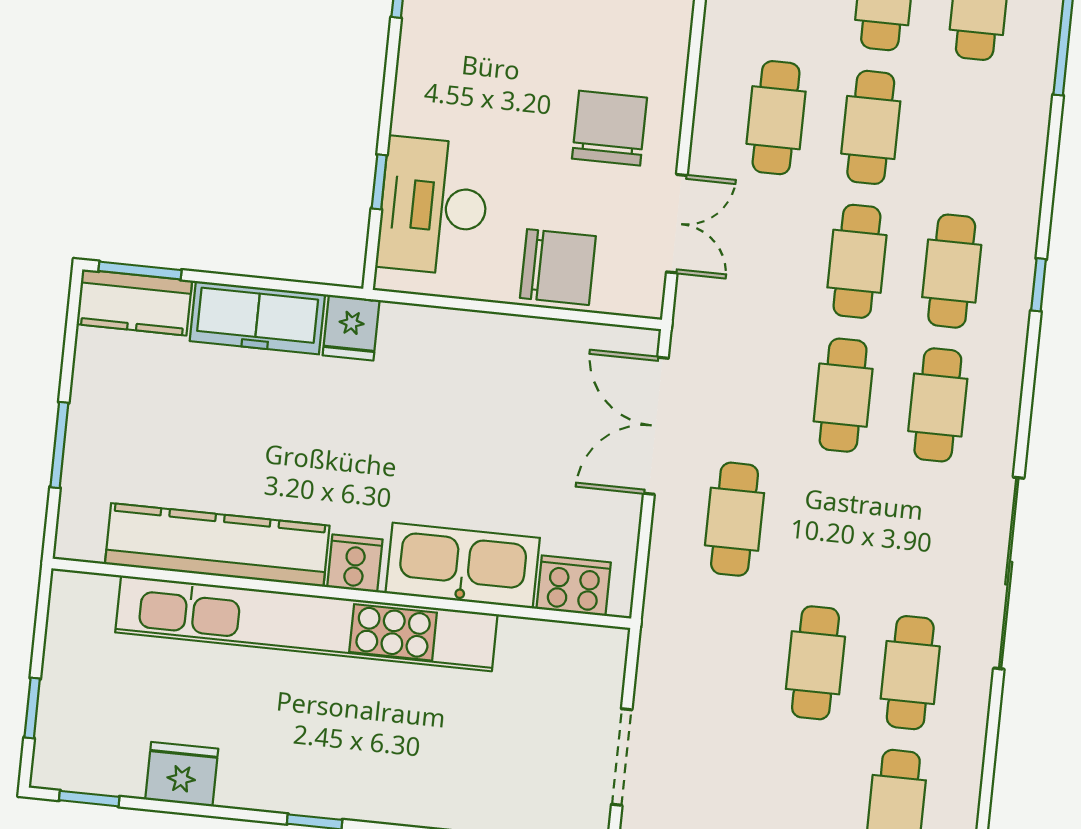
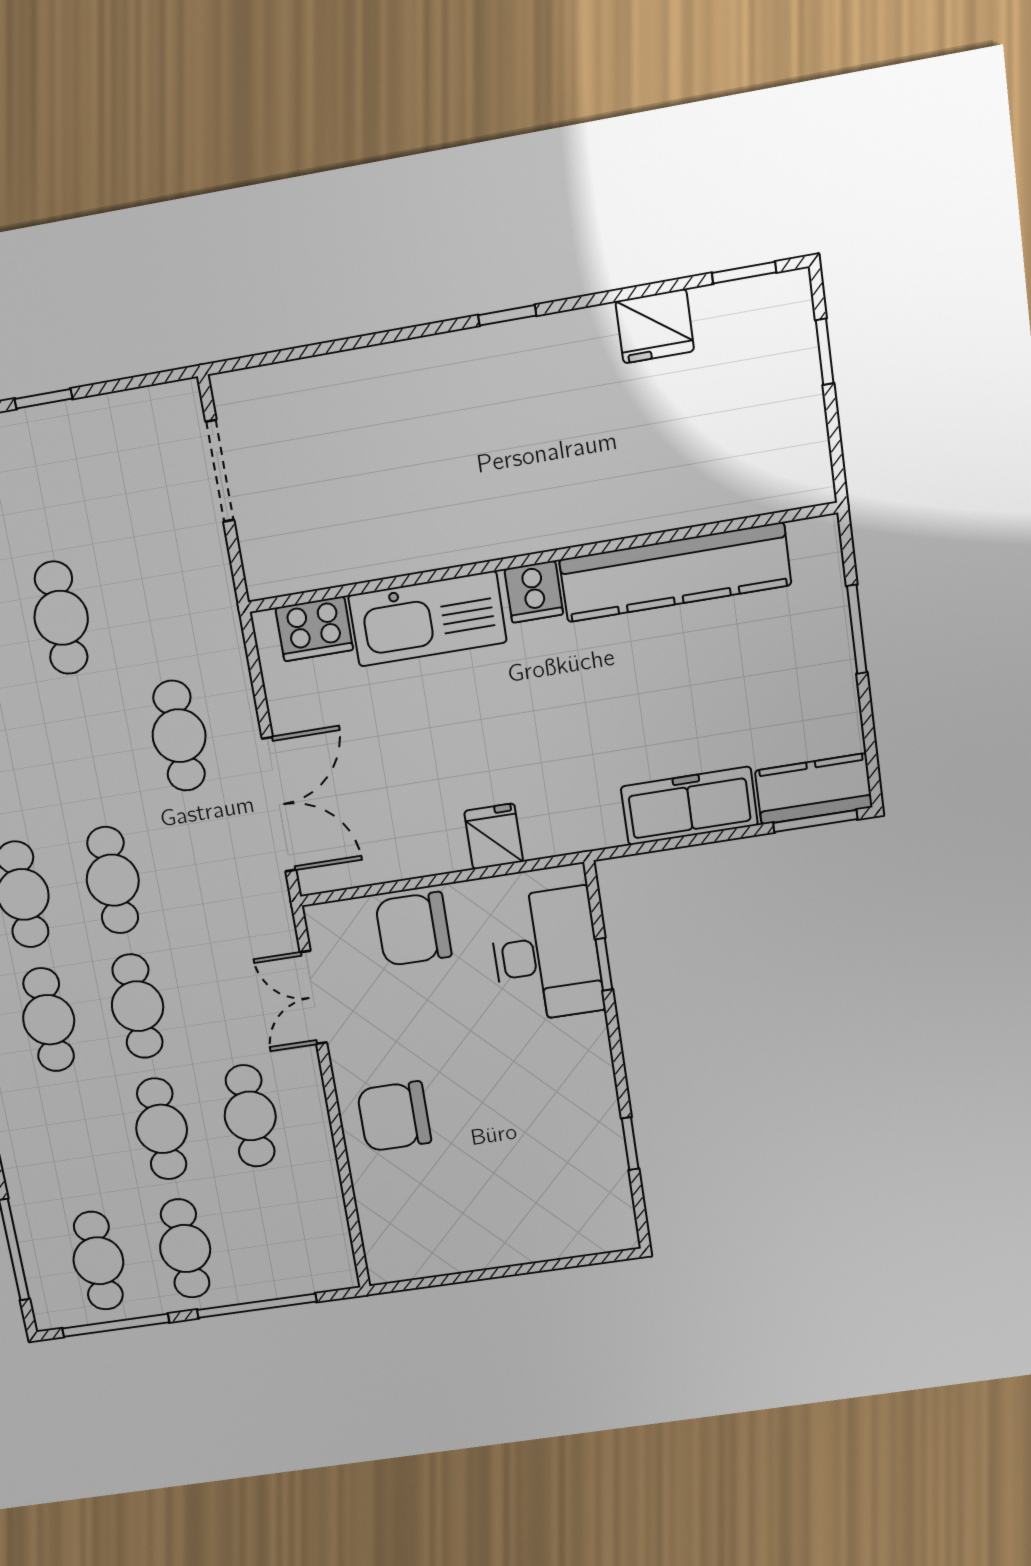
chair: (610, 128) -> (394, 1116), moved, turned 90
fridge: (351, 328) -> (494, 836), moved
kitchen unit: (306, 623) -> (567, 518), removed

